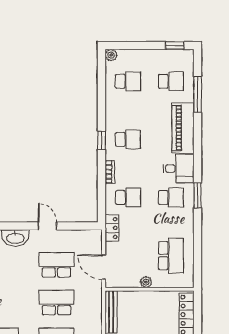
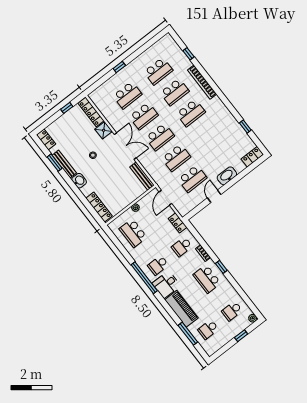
window: (175, 45) -> (241, 336), moved
school desk: (128, 139) -> (207, 279), width x1.85
window: (198, 195) -> (144, 278), width x2.11
door: (47, 226) -> (214, 196), swing flipped
door: (104, 267) -> (165, 198), swing flipped

